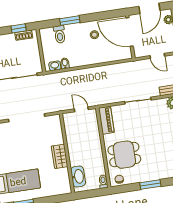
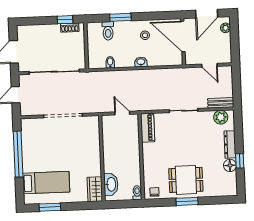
washbasin: (55, 66) -> (141, 62), moved
dining table: (124, 155) -> (186, 180), moved
wardrobe: (60, 156) -> (95, 189), moved

